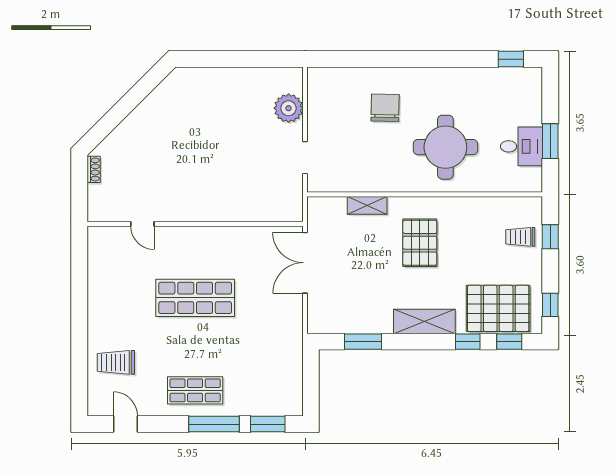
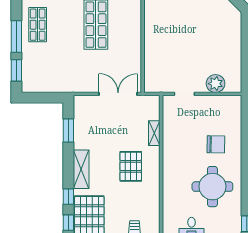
round table: (445, 147) -> (212, 187), moved
pallet: (420, 243) -> (131, 166), turned 90

